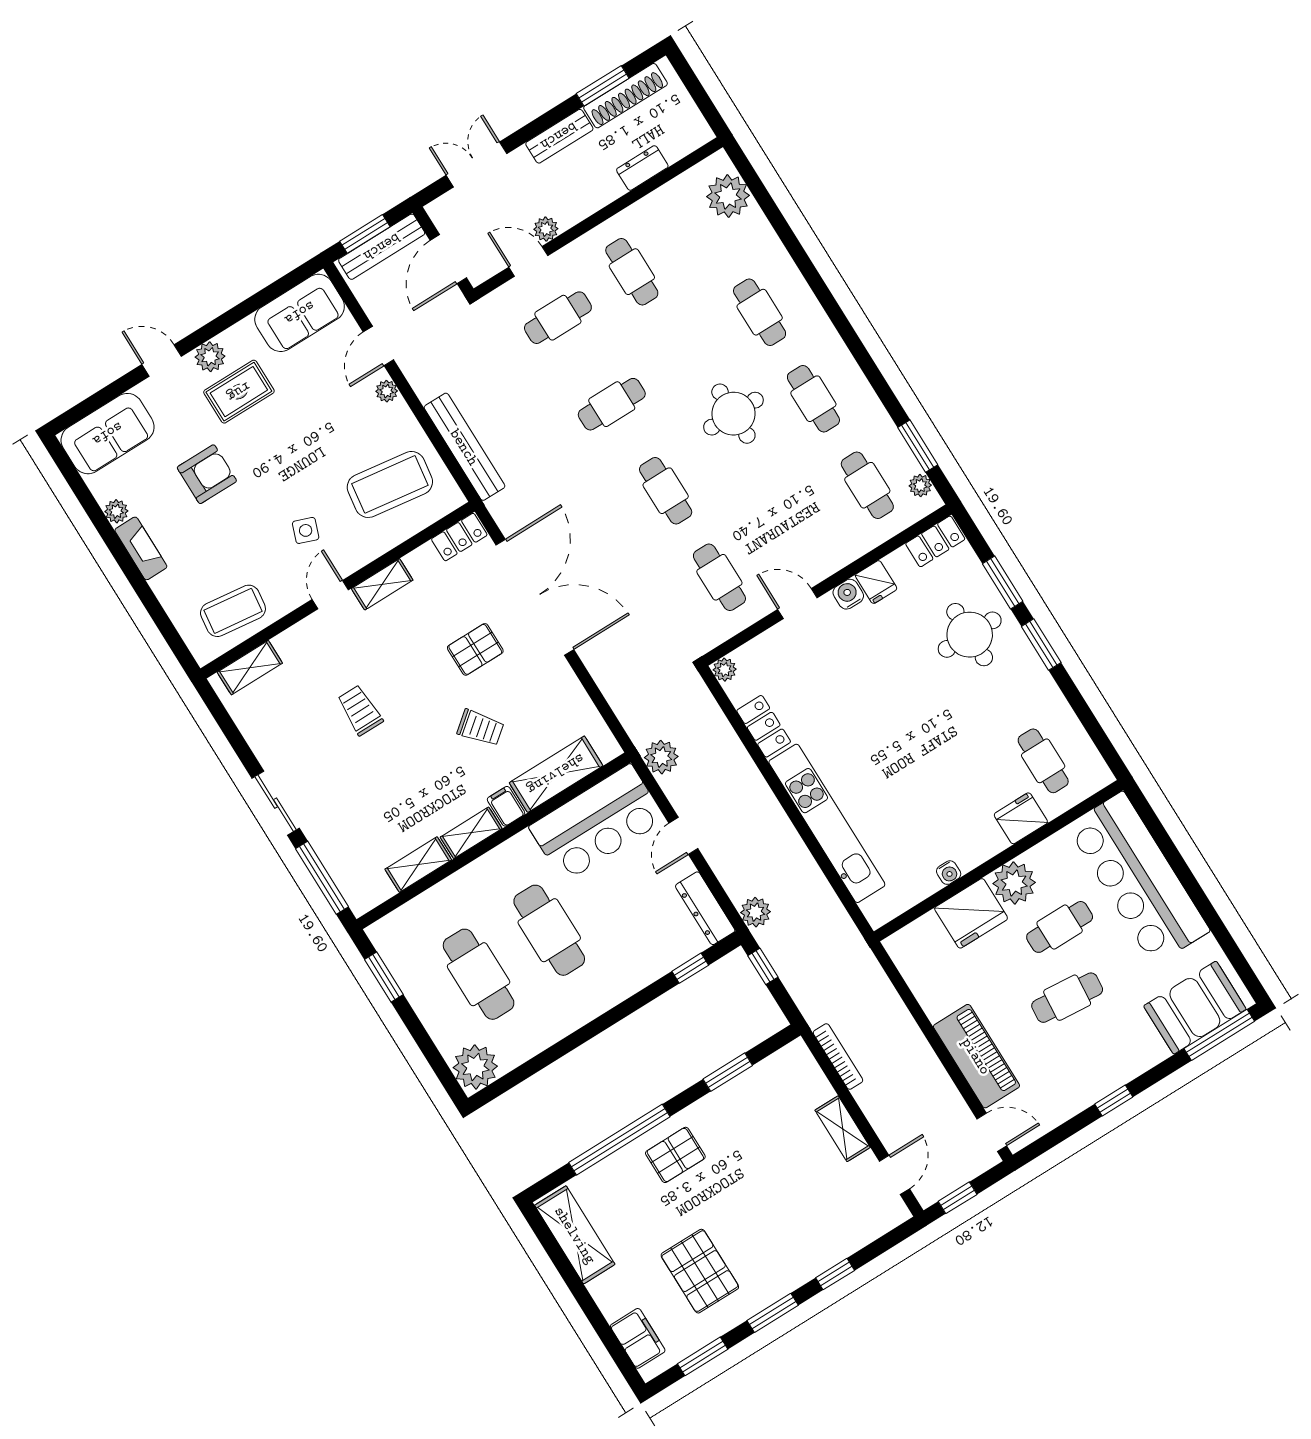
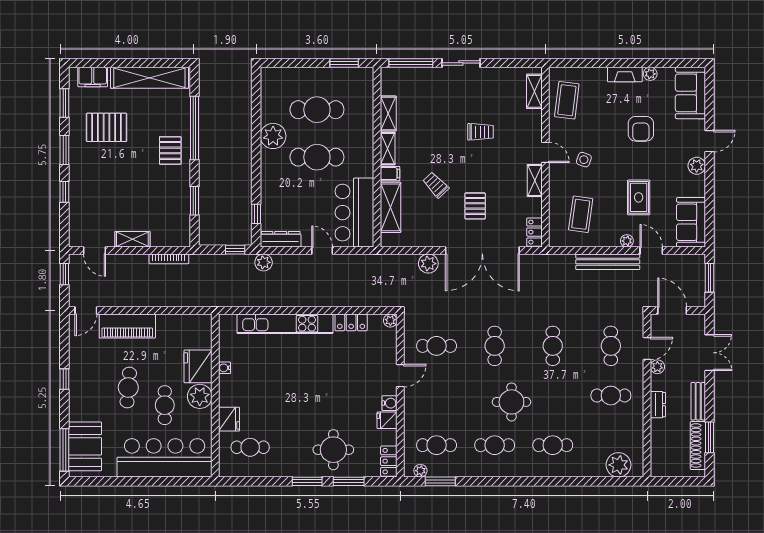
dresser: (642, 168) -> (658, 405), moved
bench: (382, 247) -> (698, 282), removed
rug: (239, 392) -> (639, 197), moved
bench: (464, 447) -> (608, 262), moved
coffee table: (390, 484) -> (581, 214), width x0.73, depth x0.76
cafe table: (666, 491) -> (495, 346), turned 90
trolley: (480, 728) -> (436, 185), turned 85
plant: (661, 757) -> (428, 264), moved
plant: (475, 1067) -> (273, 136), moved
shelving: (575, 1235) -> (149, 78), width x1.47

